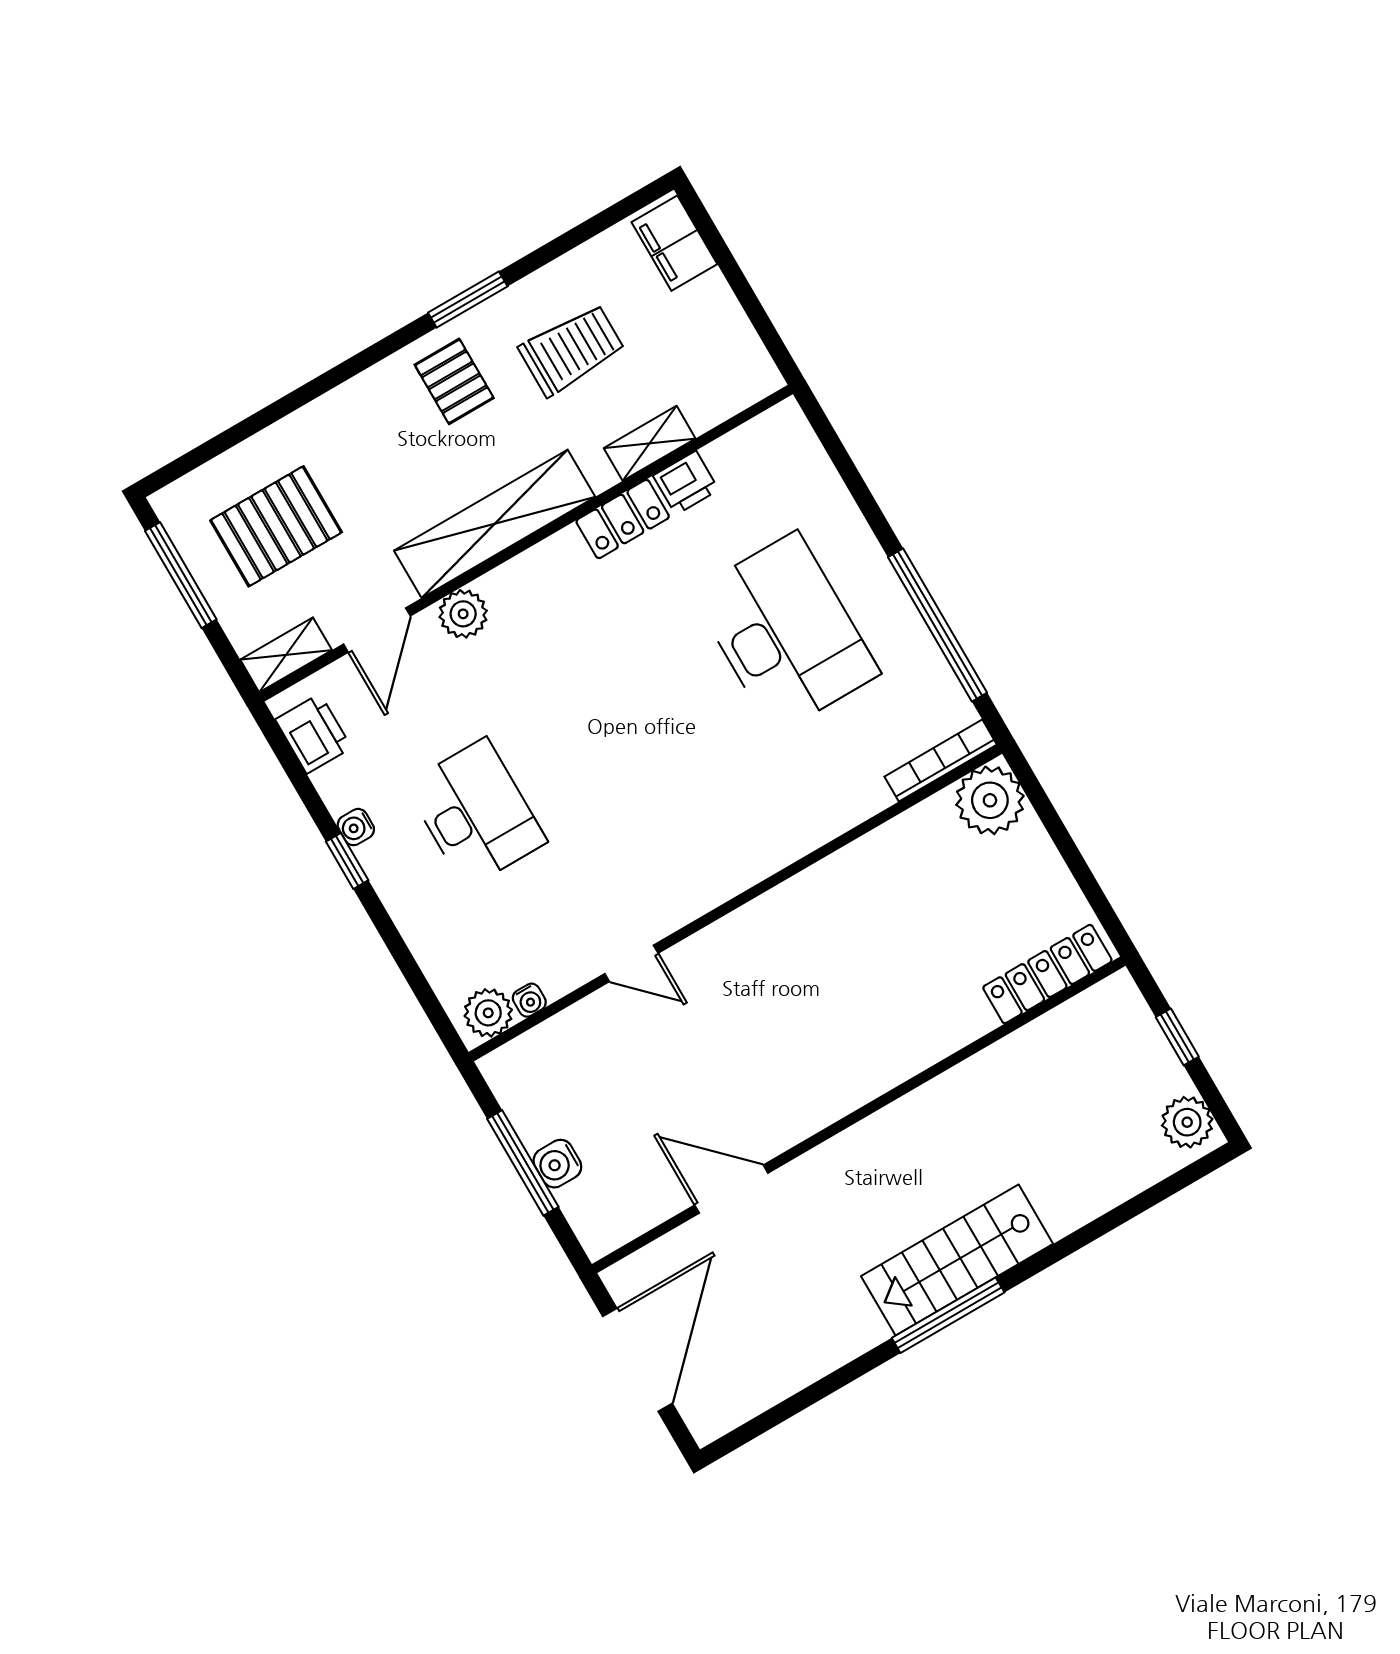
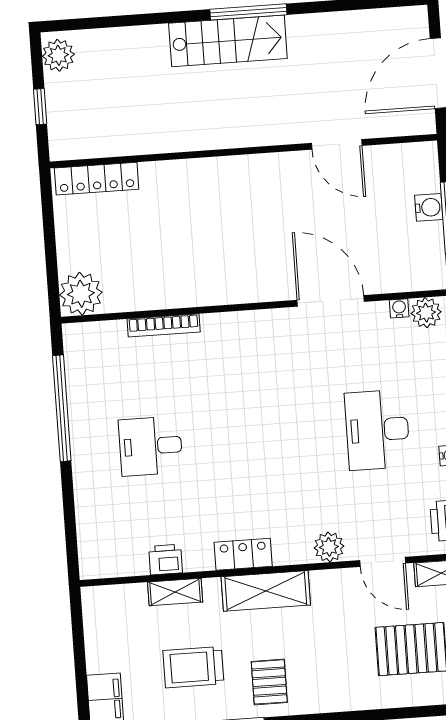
locker: (623, 519) -> (243, 554), moved
shelving: (495, 524) -> (266, 591), width x0.68
door: (377, 630) -> (383, 562), swing flipped
desk: (786, 633) -> (151, 446), width x0.53, depth x0.77
bookcase: (941, 761) -> (164, 325), moved
door: (631, 963) -> (331, 301), width x1.87

